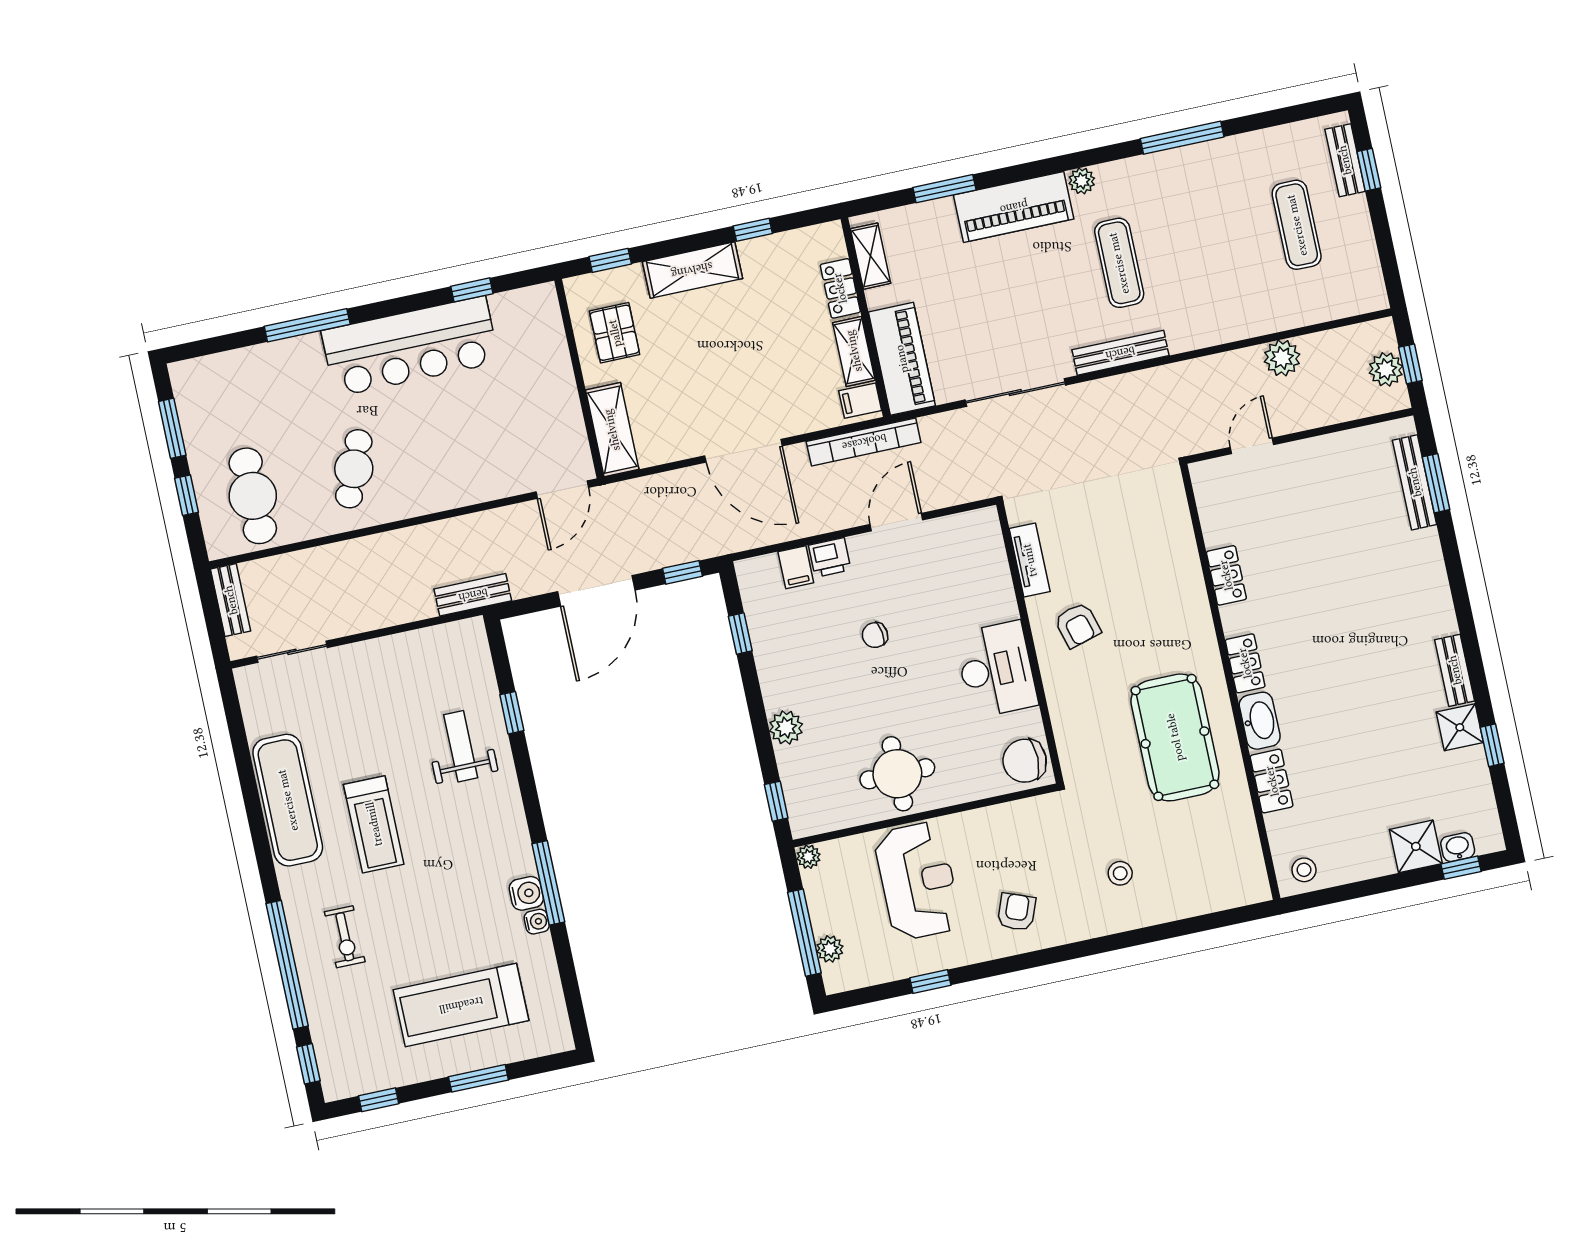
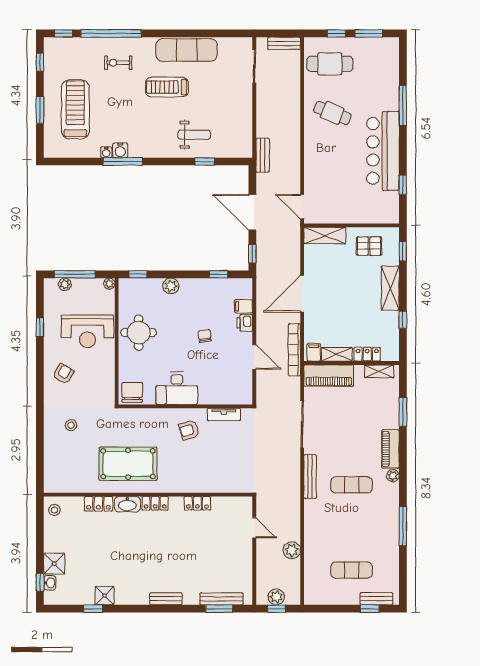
piano: (1014, 207) -> (390, 449), width x0.73, depth x0.75
bench: (1455, 670) -> (166, 599), moved
armchair: (1017, 912) -> (63, 374), turned -80

